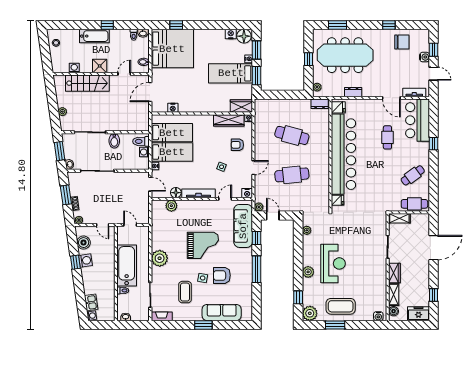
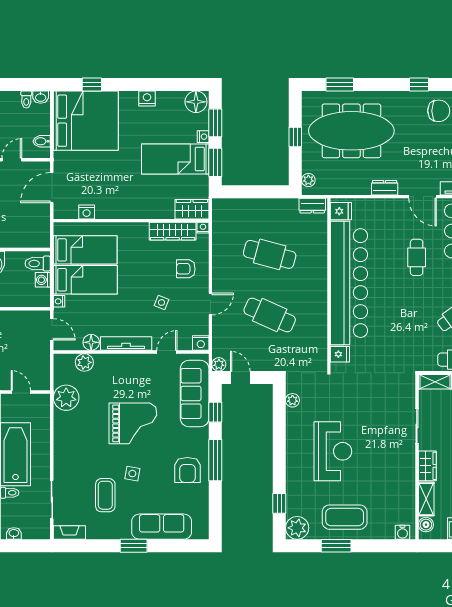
nightstand: (231, 34) -> (147, 98), moved
dresser: (353, 92) -> (385, 188), moved
cafe table: (292, 175) -> (270, 315), turned 30
plant: (160, 258) -> (66, 398), moved
plant: (308, 272) -> (295, 464), removed
armchair: (222, 275) -> (187, 470), moved, turned -90

